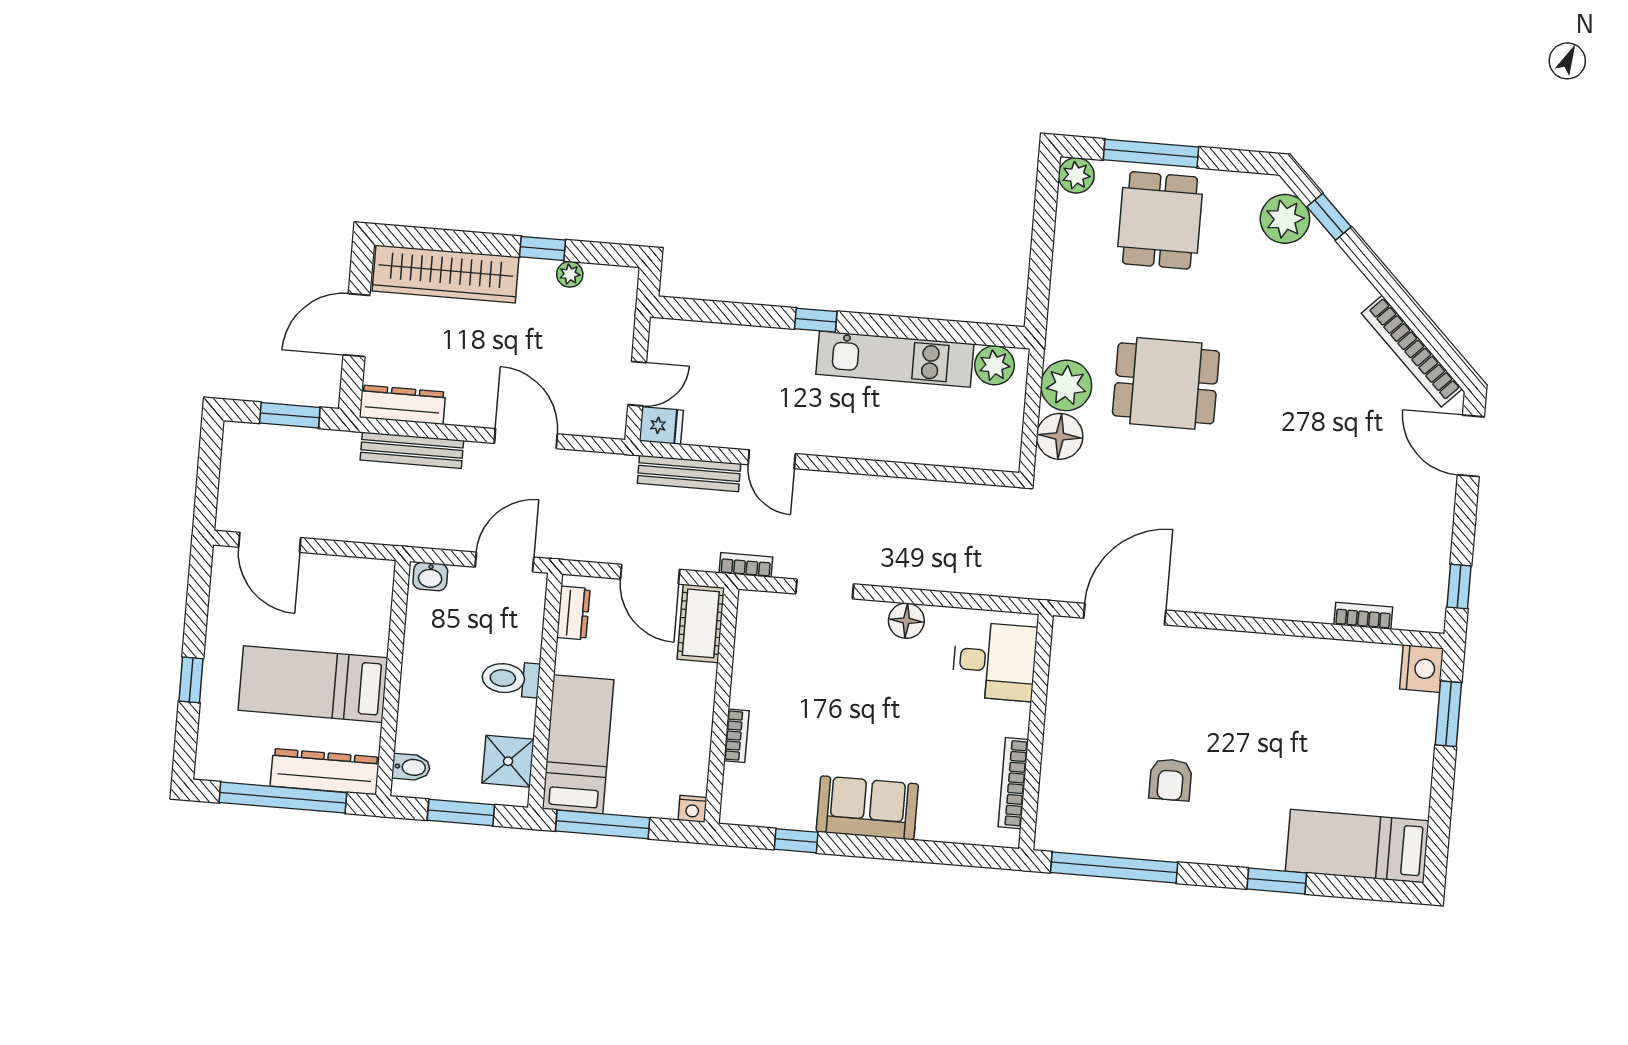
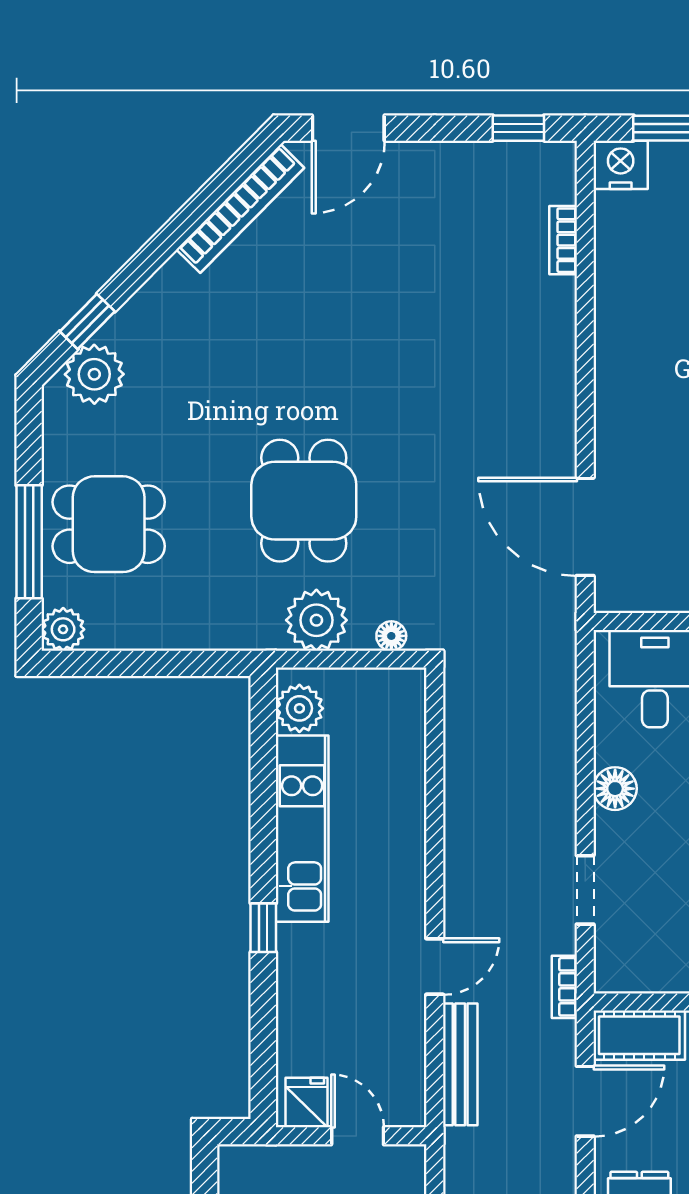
fridge: (661, 426) -> (306, 1103), moved
floor lamp: (1060, 436) -> (391, 636), width x0.53, depth x0.53

